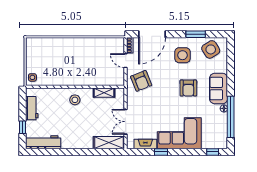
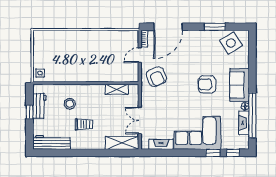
side table: (182, 55) -> (201, 49), removed
door: (126, 61) -> (140, 55), hinge flipped
armchair: (188, 88) -> (207, 84), turned 90
stool: (75, 100) -> (70, 104), moved
fireplace: (223, 124) -> (244, 123), added
trolley: (73, 125) -> (84, 124), added
window: (23, 127) -> (29, 112), moved
window: (161, 152) -> (213, 153), moved

